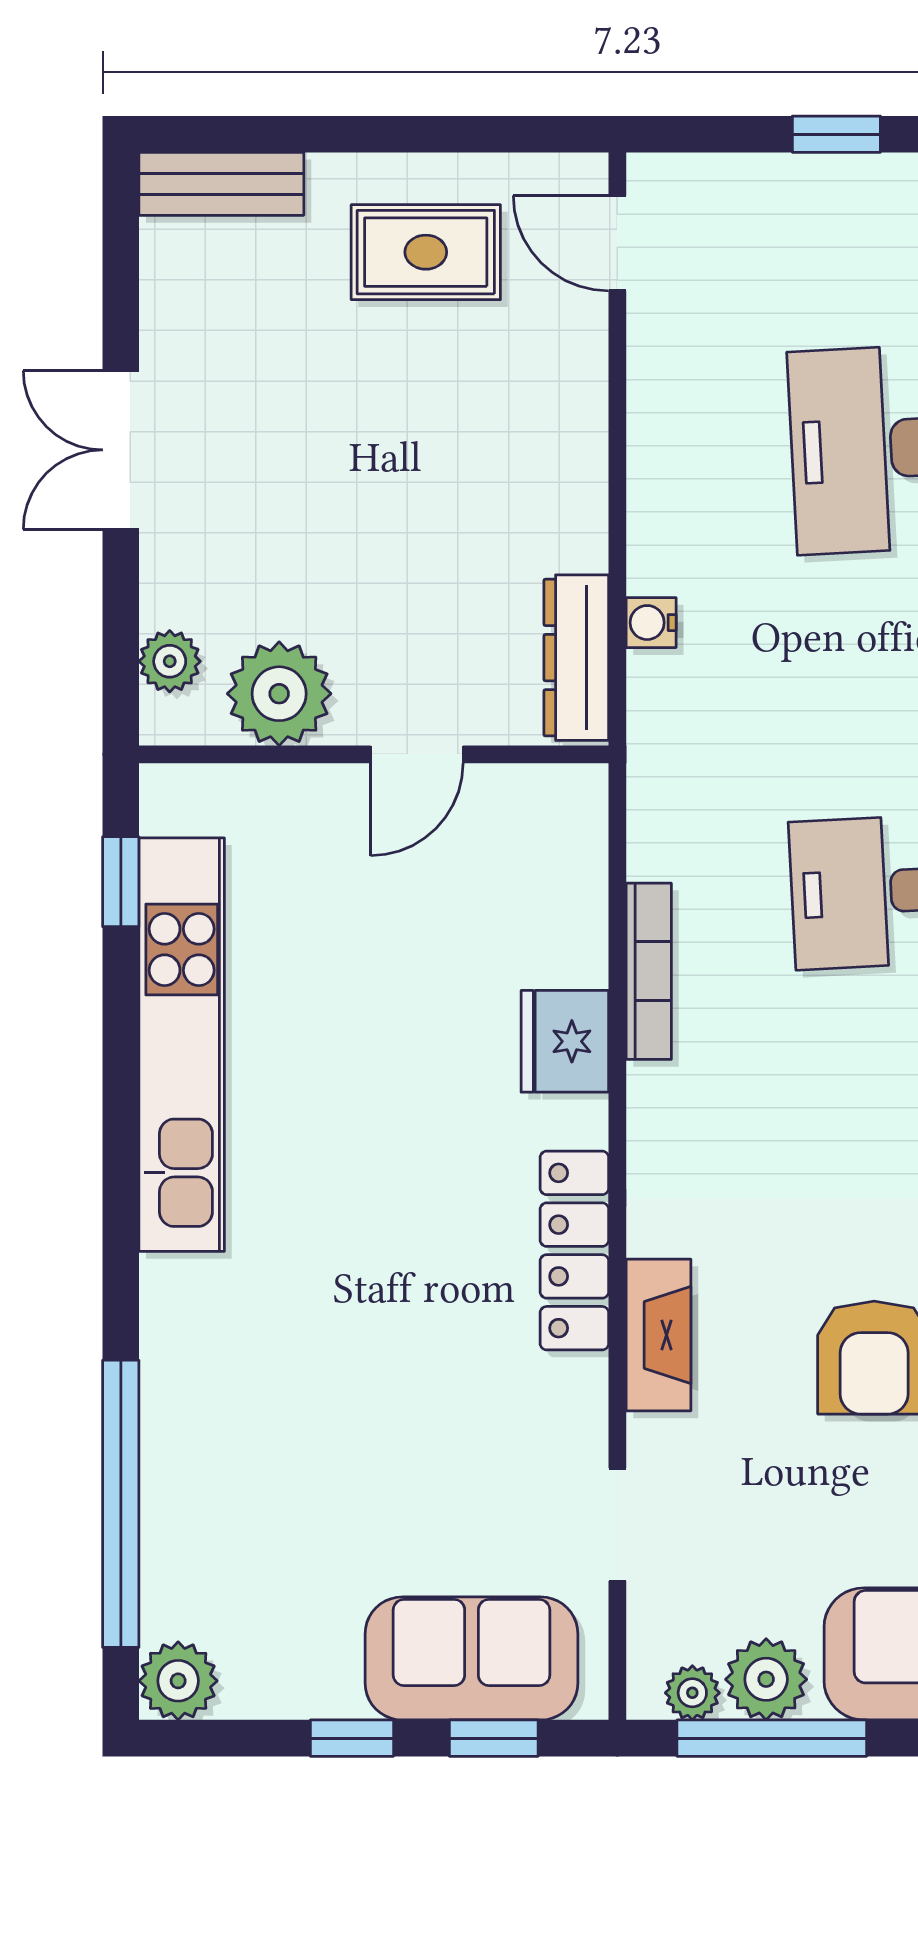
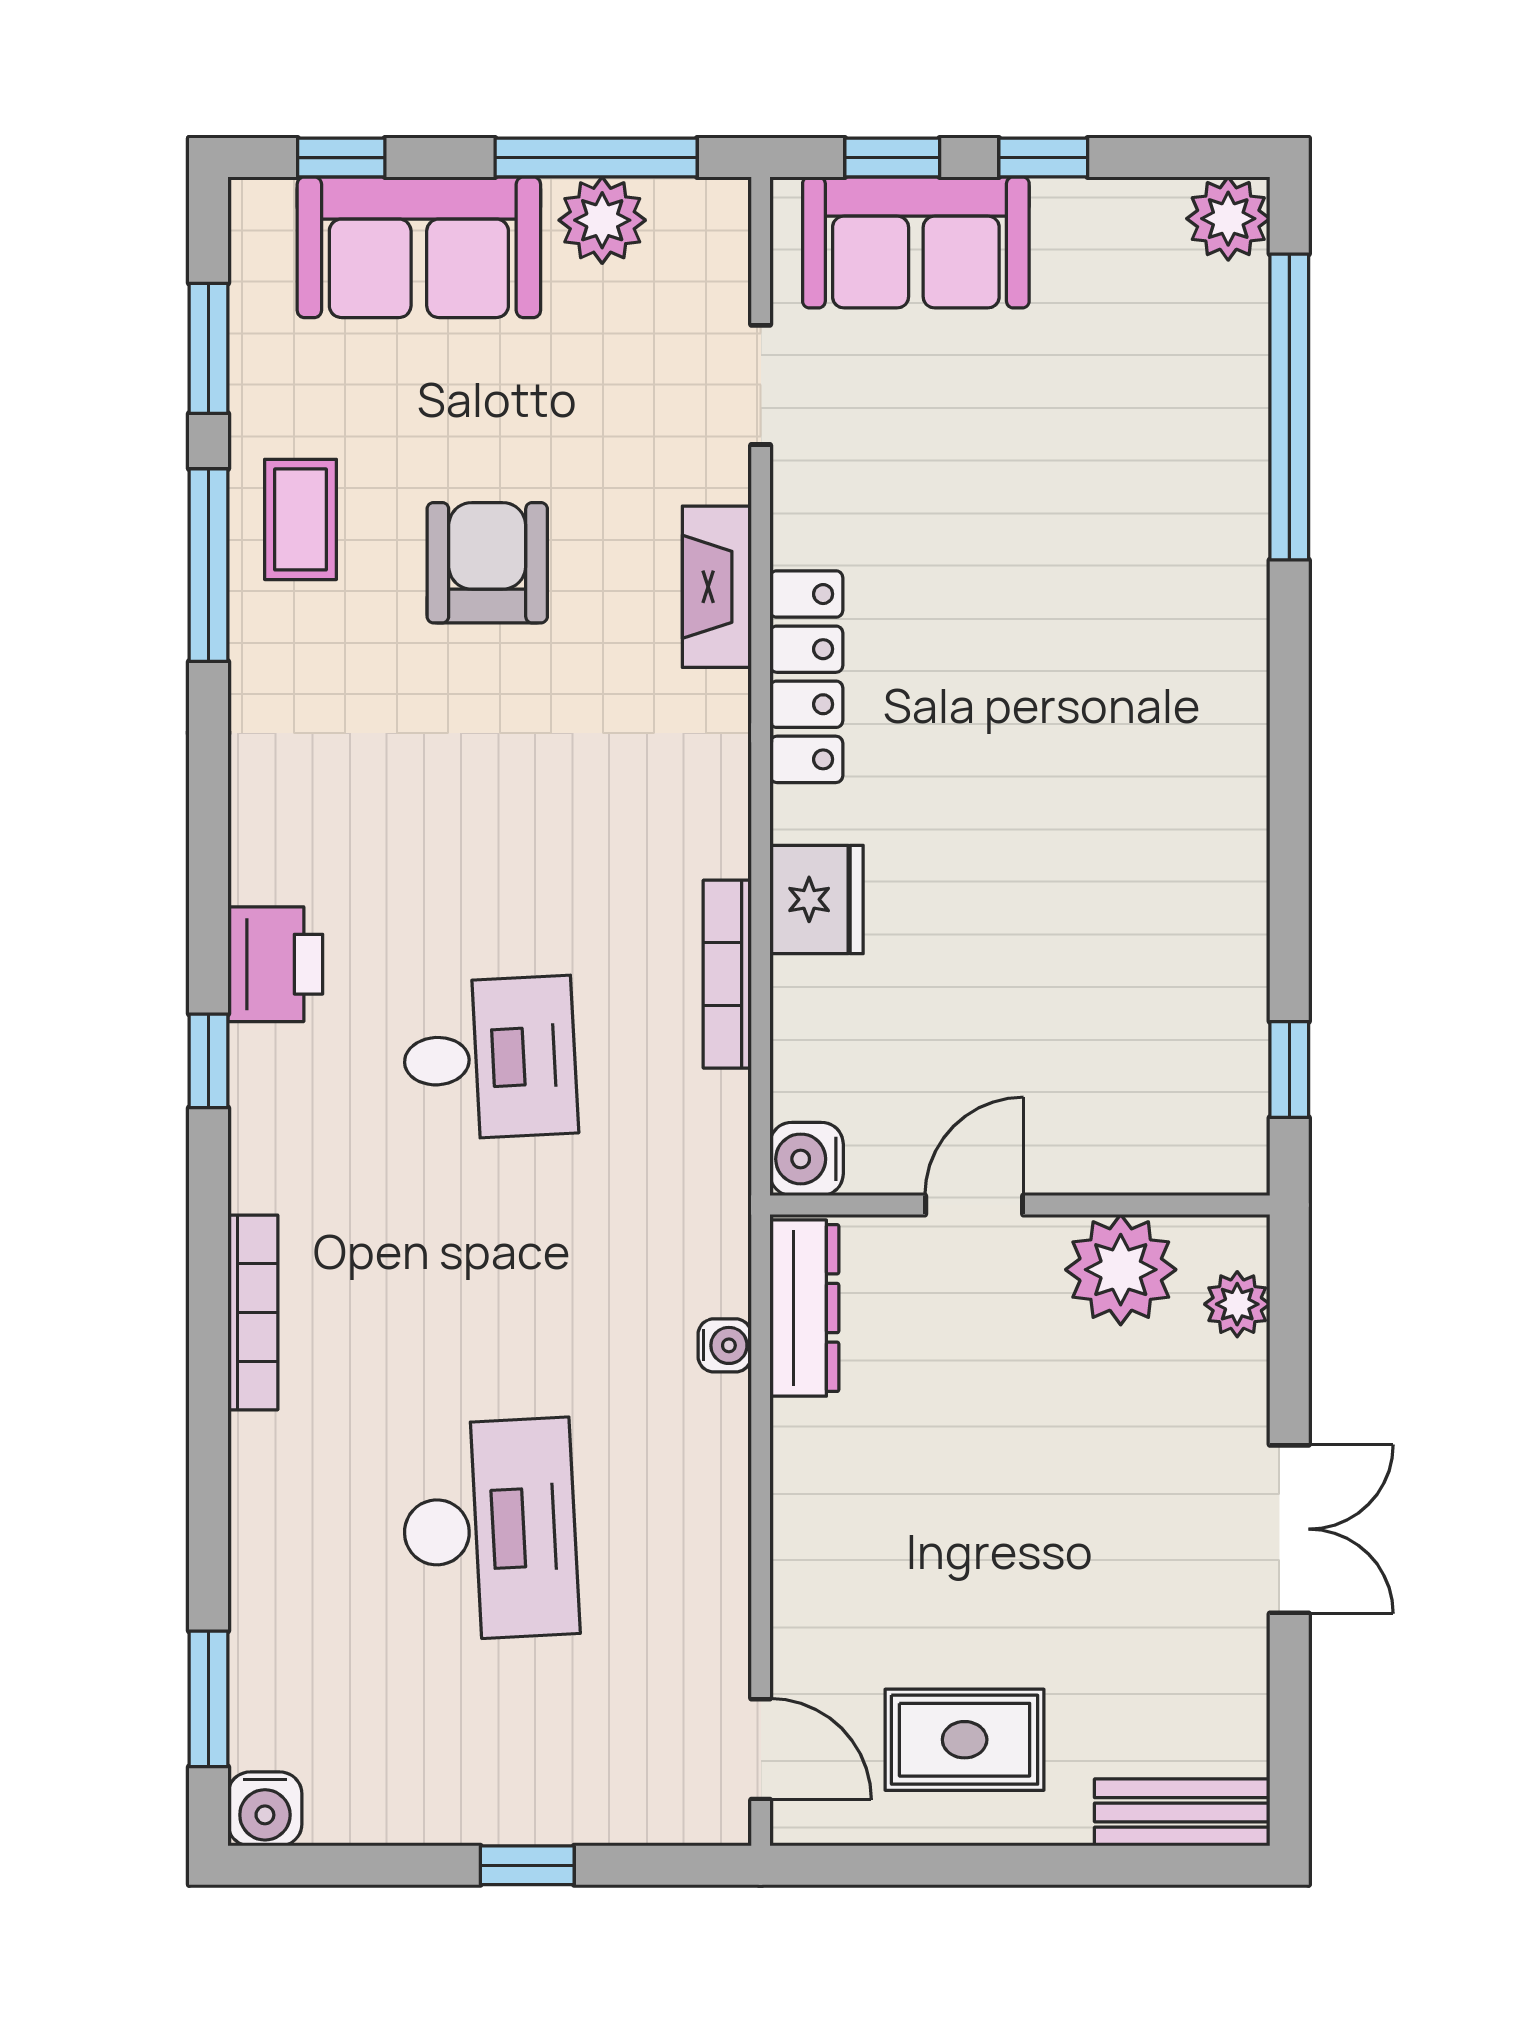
water cooler: (574, 798) -> (807, 1159), added
kitchen unit: (182, 1045) -> (1224, 896), removed
plant: (692, 1693) -> (681, 206), removed

